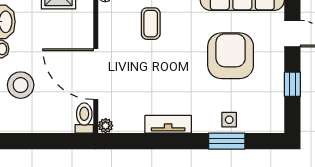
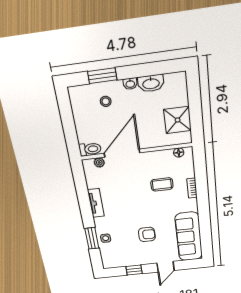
armchair: (231, 56) -> (147, 234), width x0.53, depth x0.53
stool: (21, 85) -> (106, 101), width x0.53, depth x0.53
plant: (106, 126) -> (99, 162), moved

